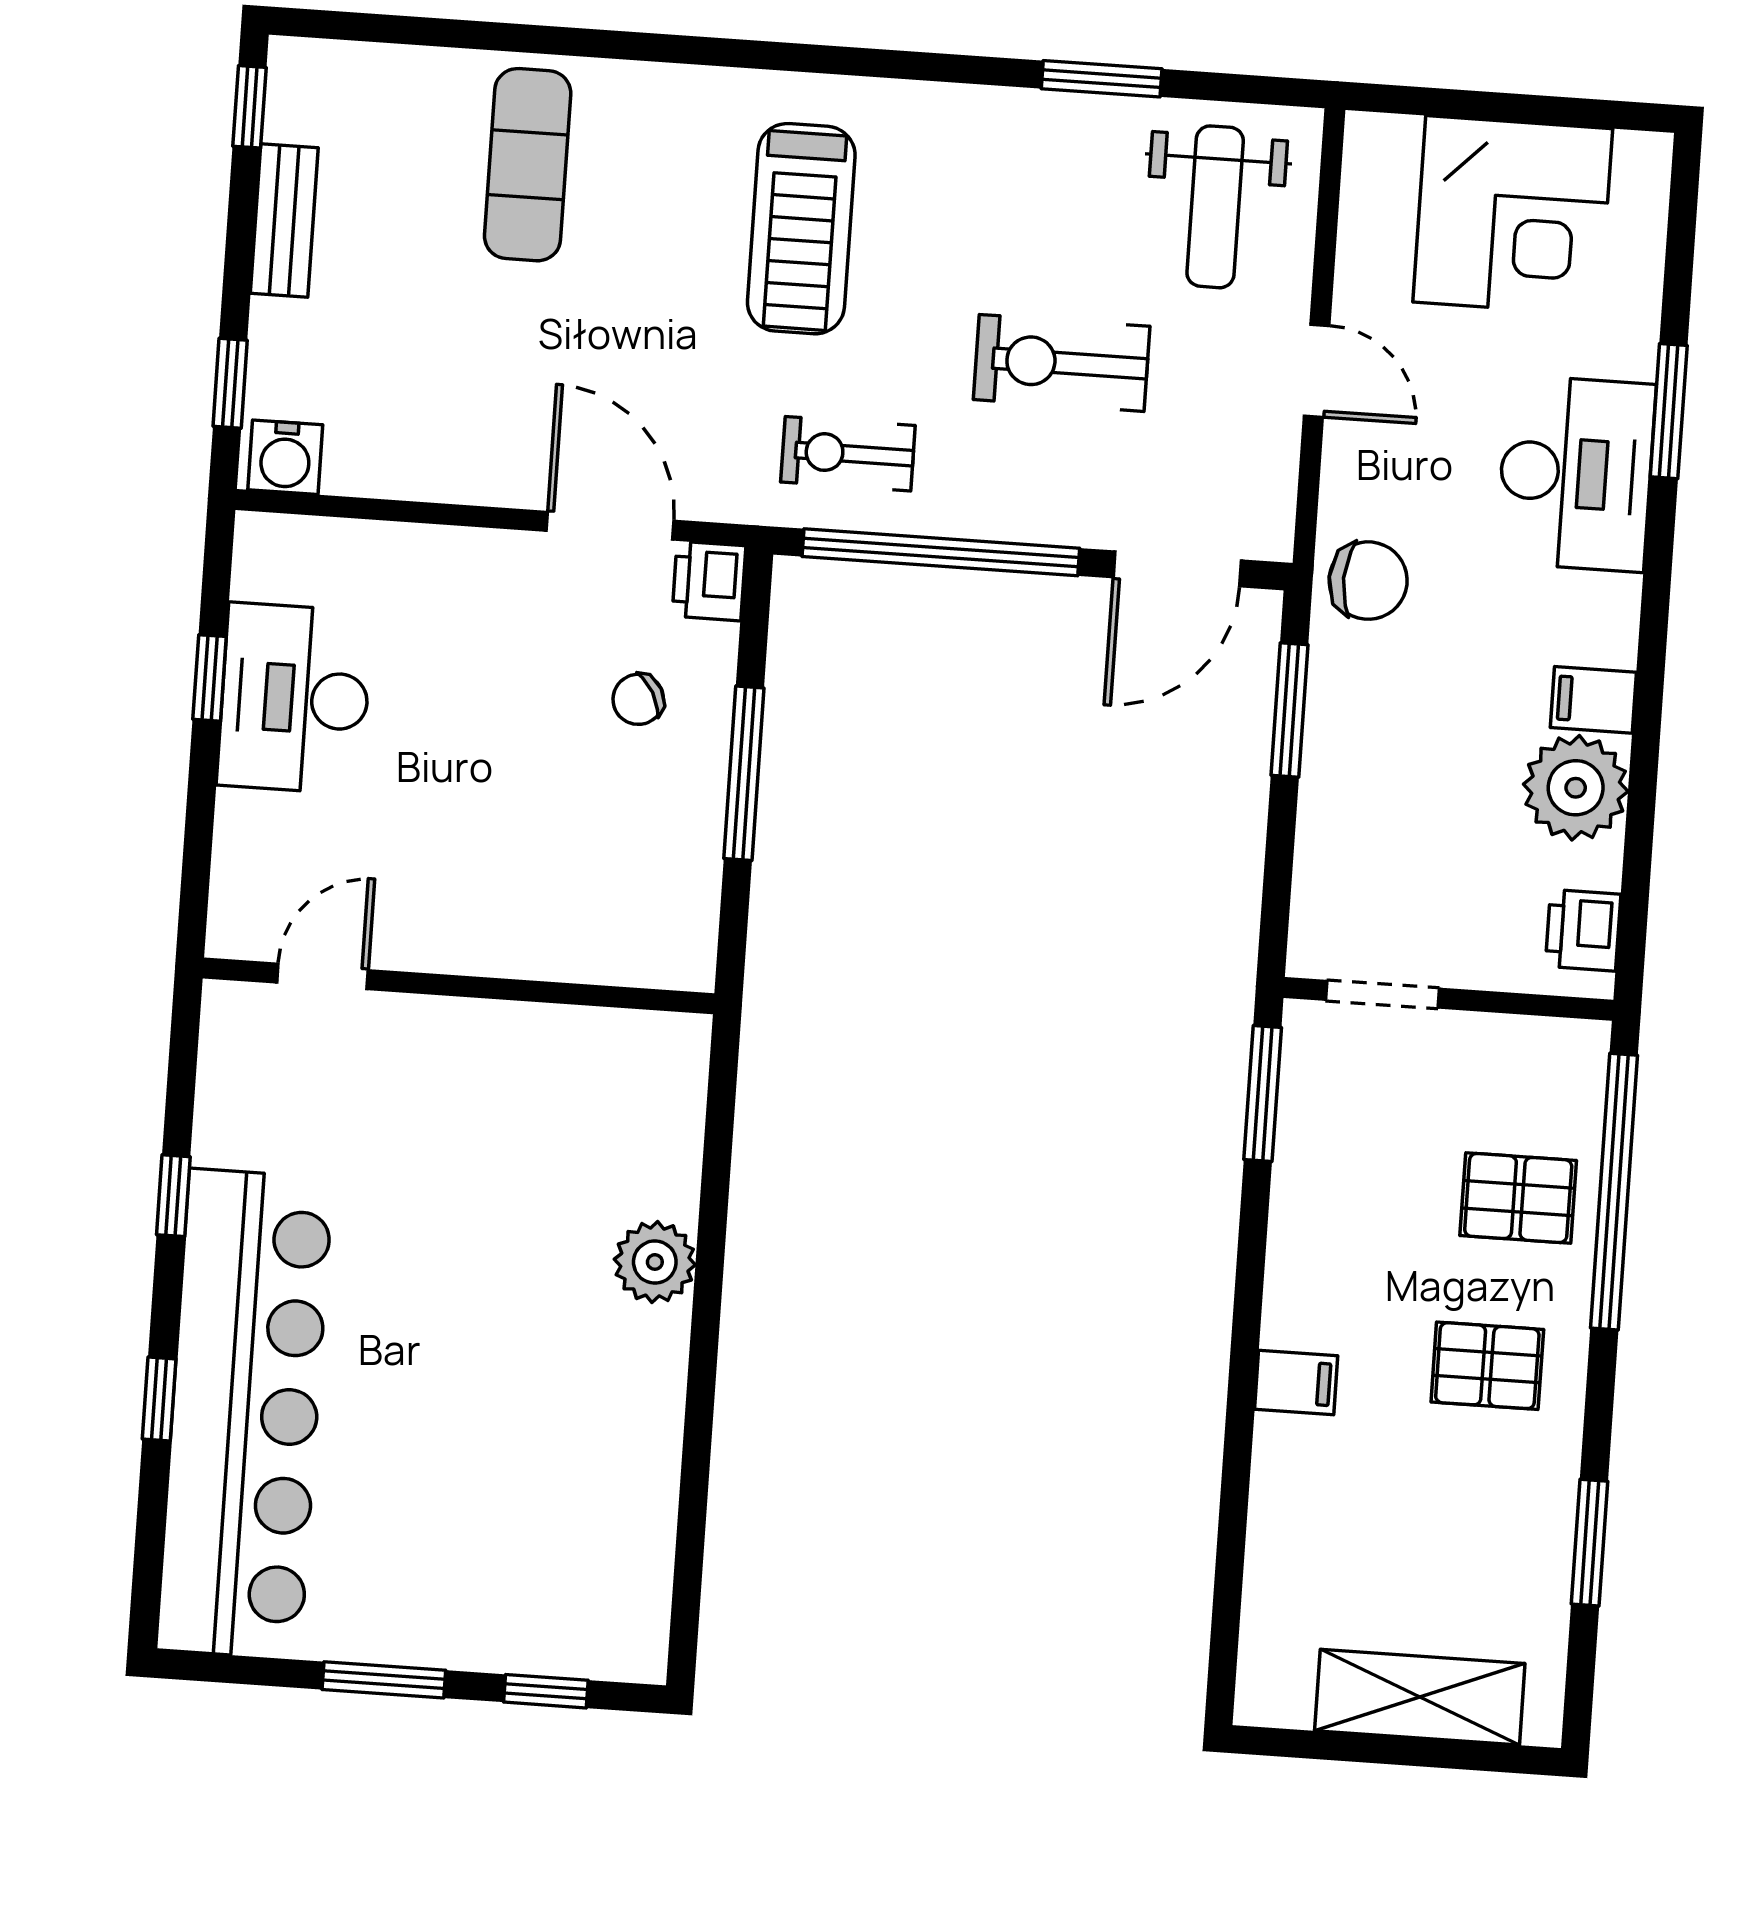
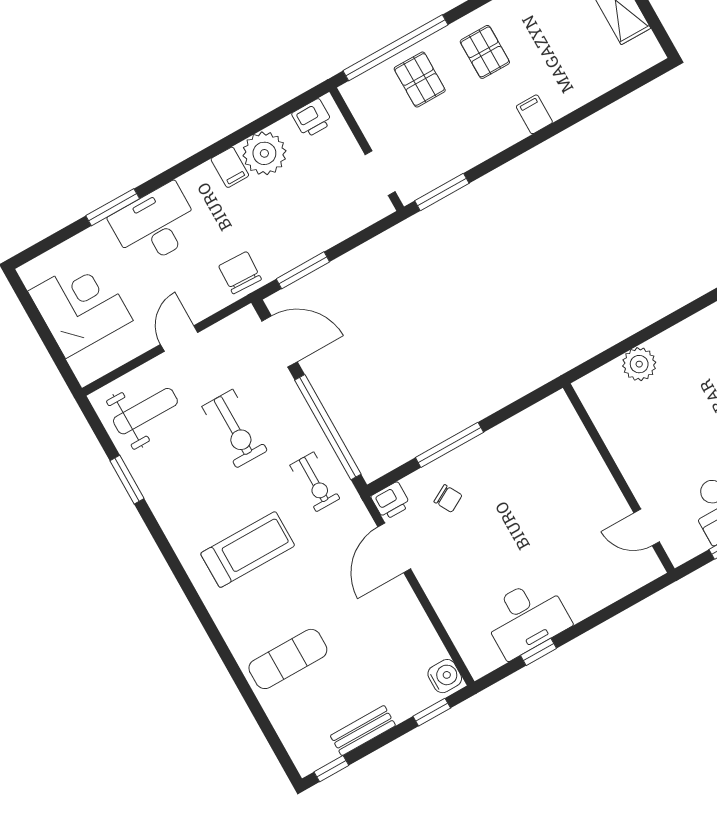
door: (323, 976) -> (647, 527), moved
wall: (459, 986) -> (619, 478), moved

